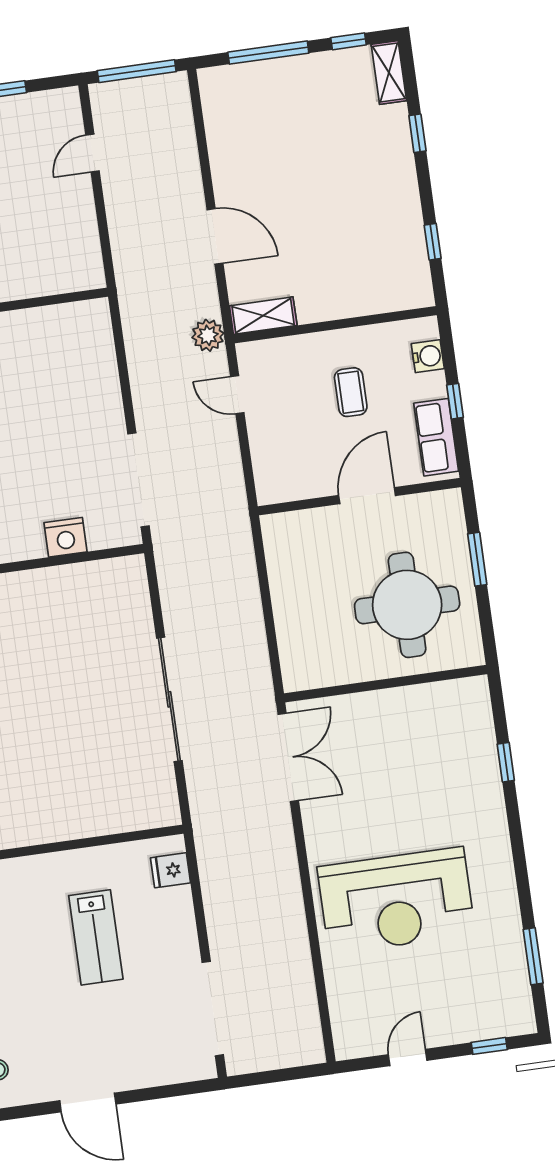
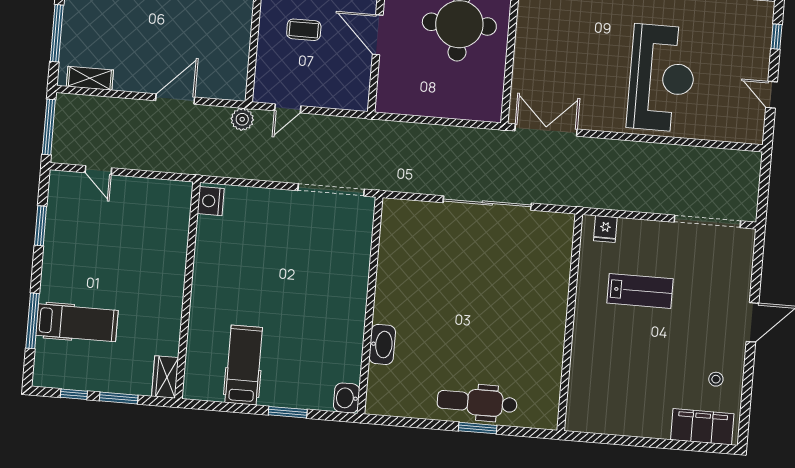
shelving: (263, 316) -> (90, 78), moved, turned 90
nightstand: (66, 537) -> (211, 201), moved, turned 180

